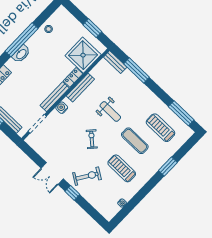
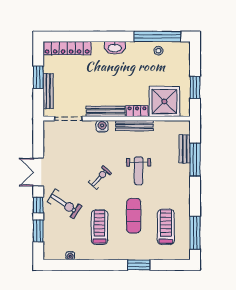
window: (21, 40) -> (157, 36), moved
bench: (115, 62) -> (185, 149), moved
window: (88, 208) -> (38, 231), added

